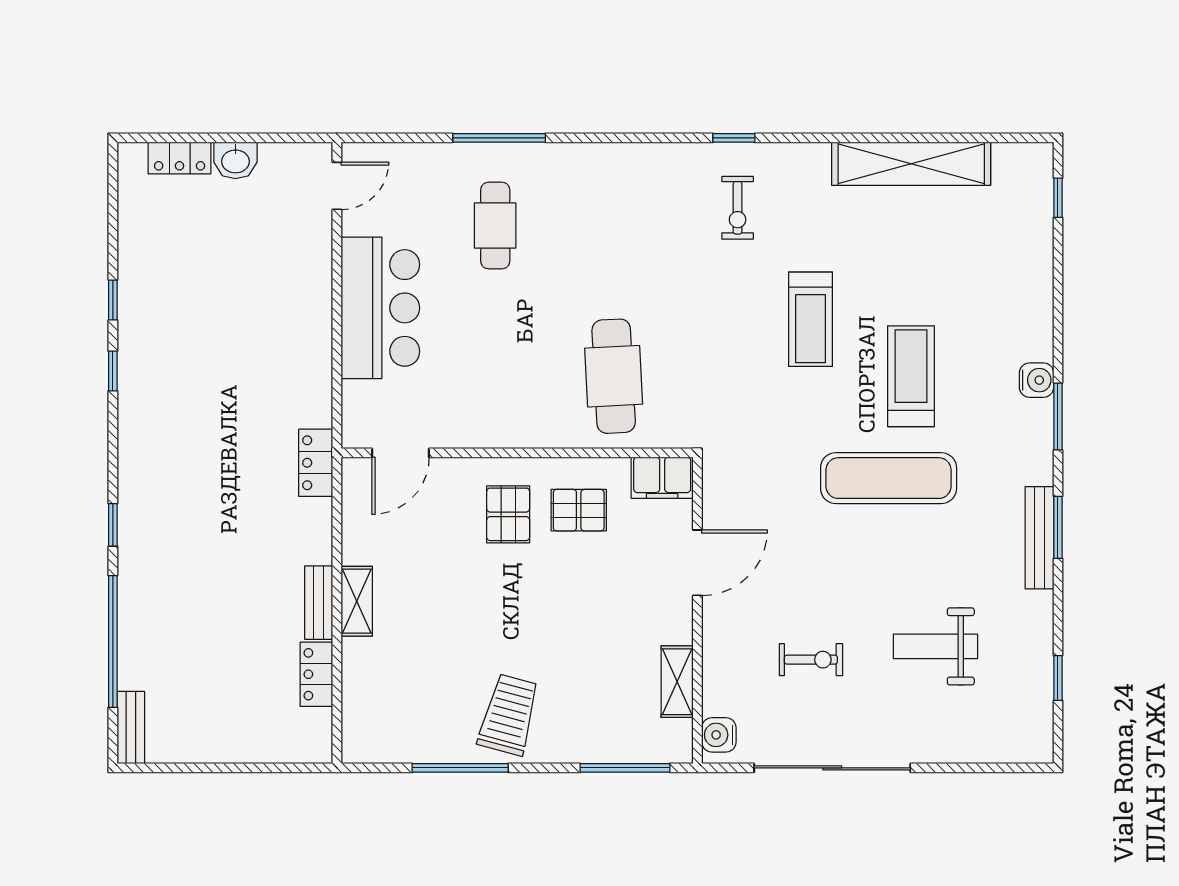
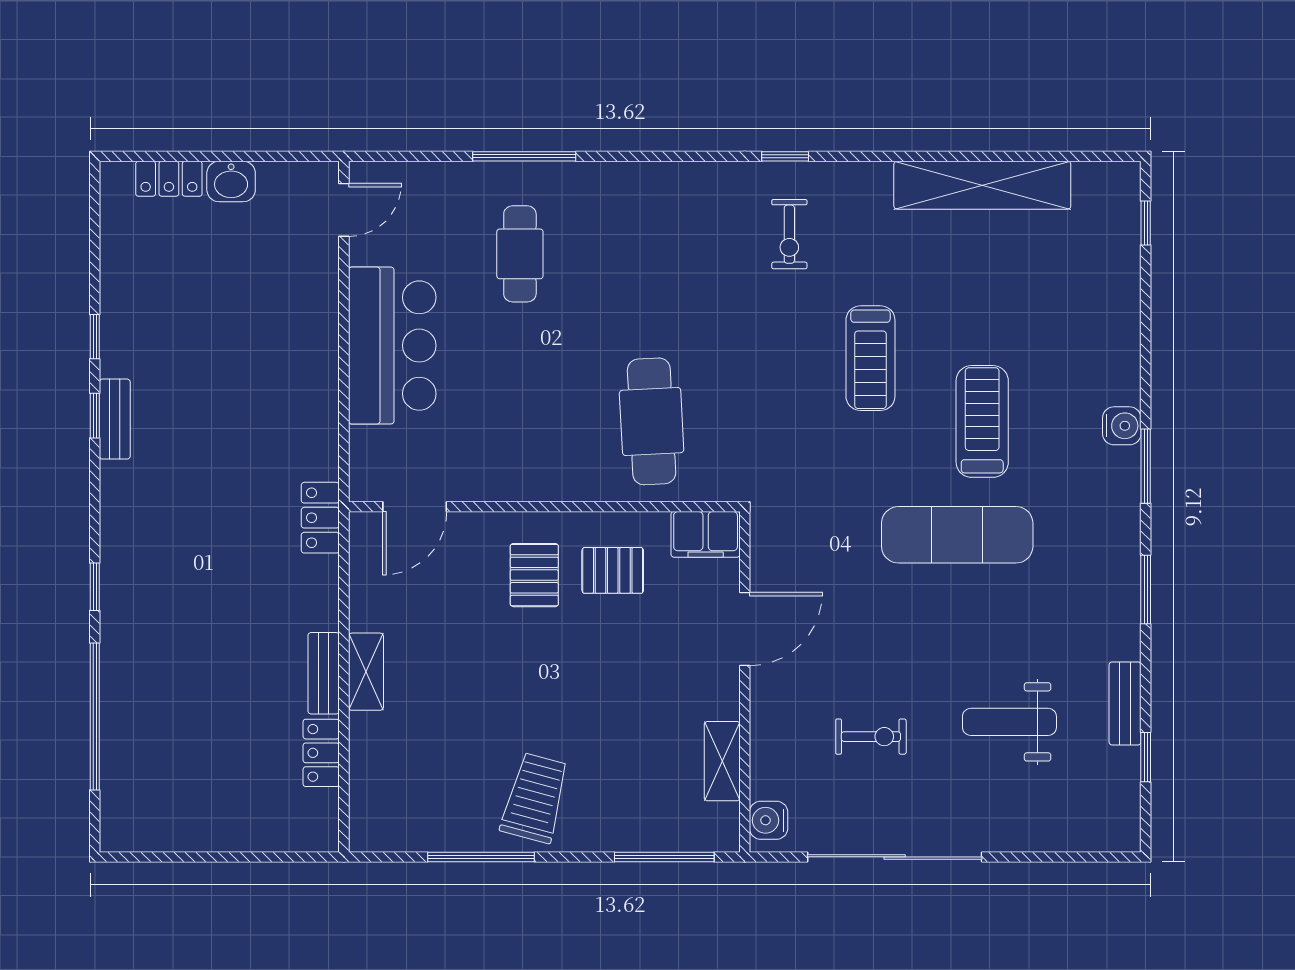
bench: (1039, 538) -> (1125, 703), moved, width x0.73
bench: (131, 728) -> (115, 419), moved

